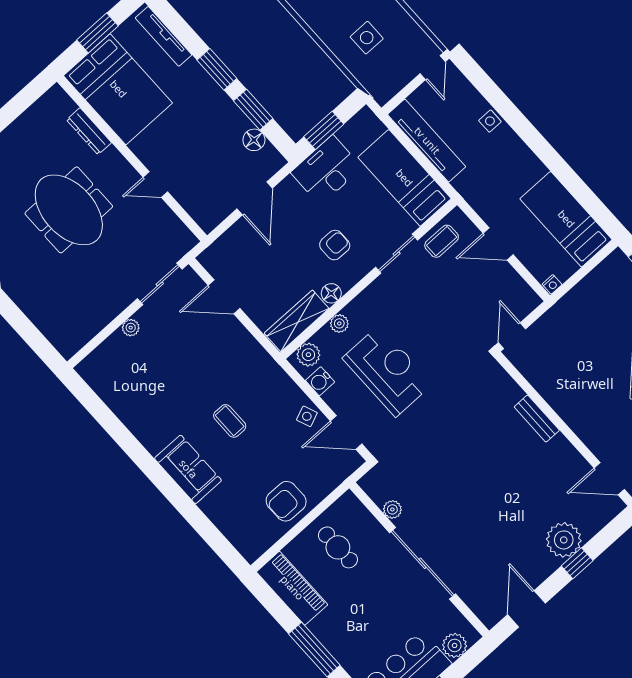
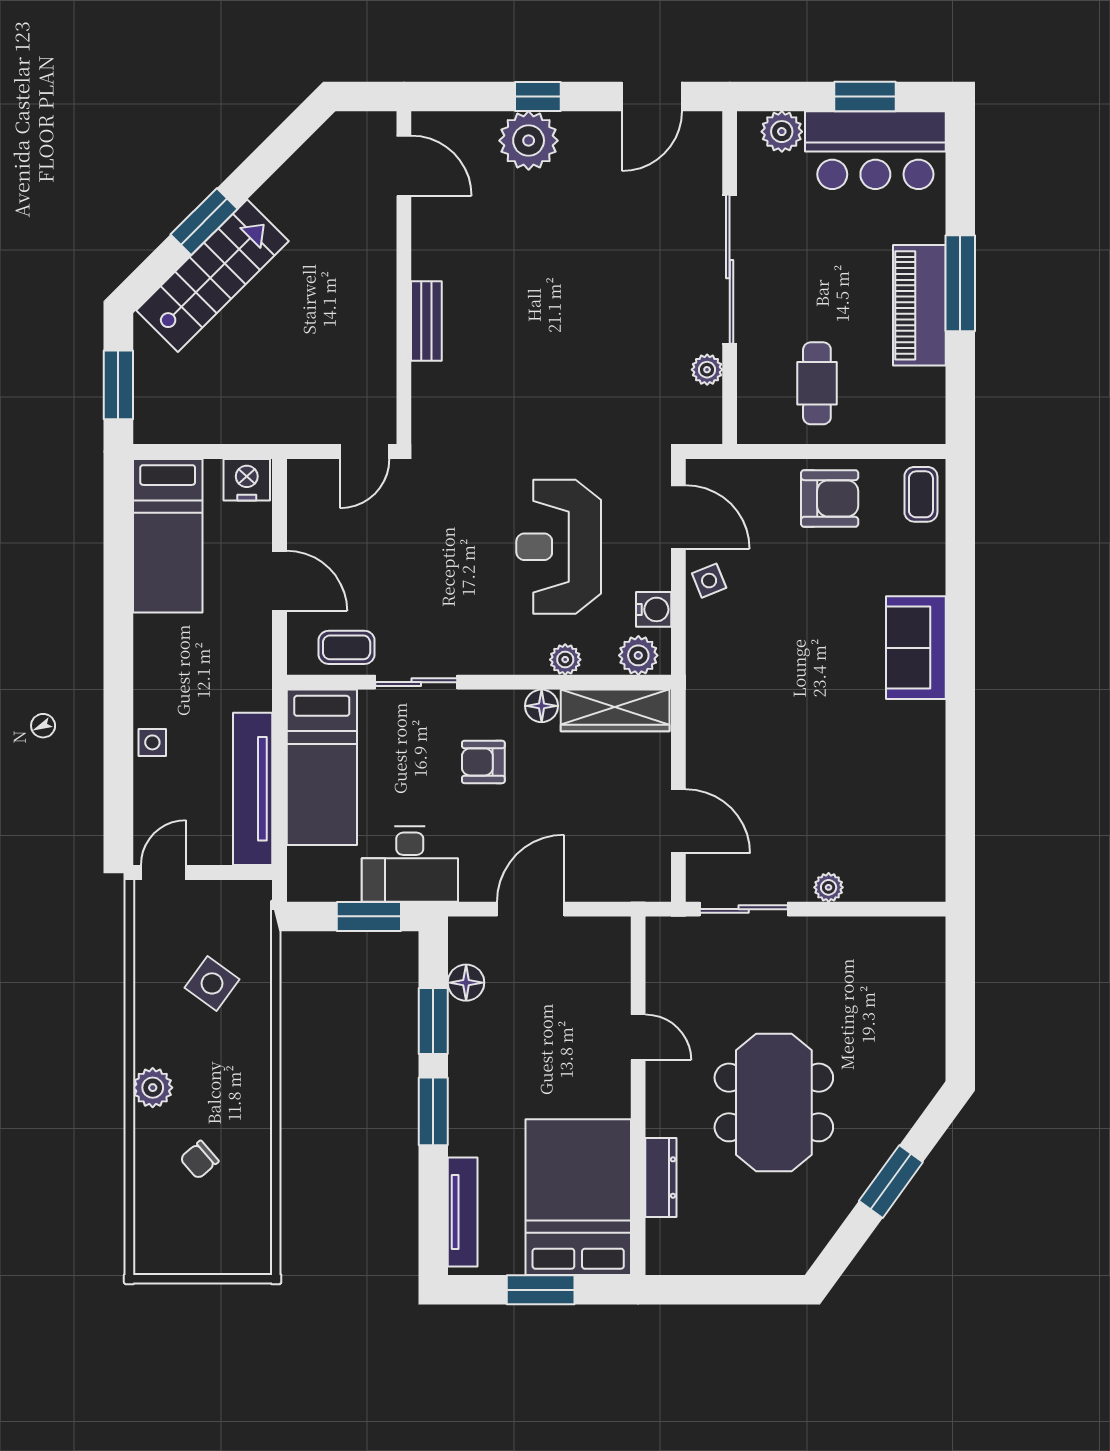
side table: (367, 38) -> (212, 983), turned 36
nightstand: (552, 284) -> (247, 480), width x1.89, depth x1.79
coffee table: (230, 421) -> (921, 494), moved
piano: (292, 588) -> (919, 305), moved

